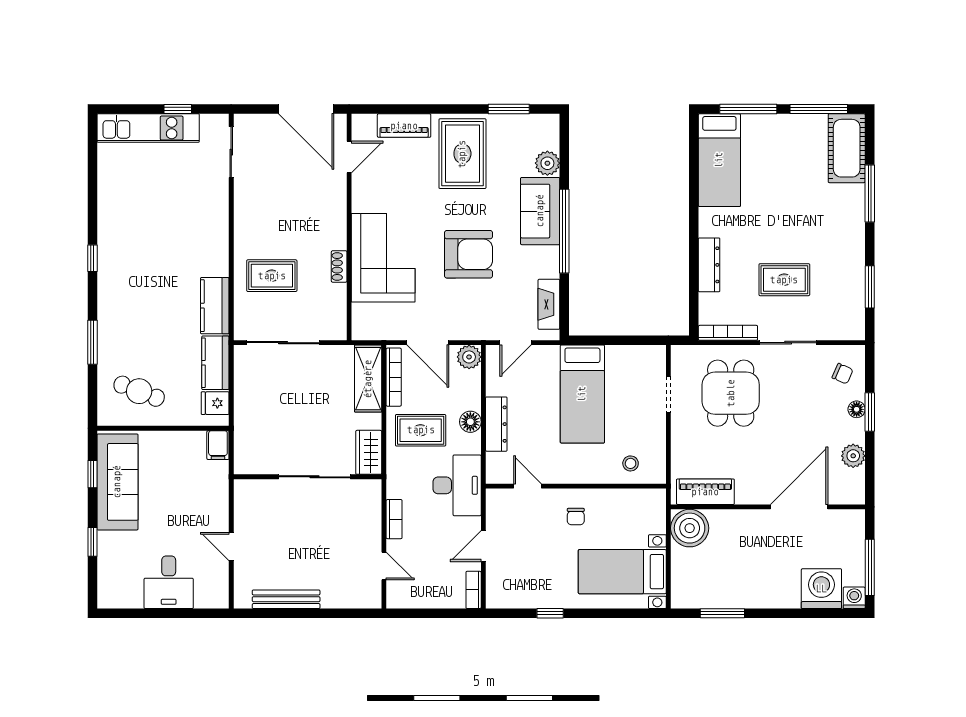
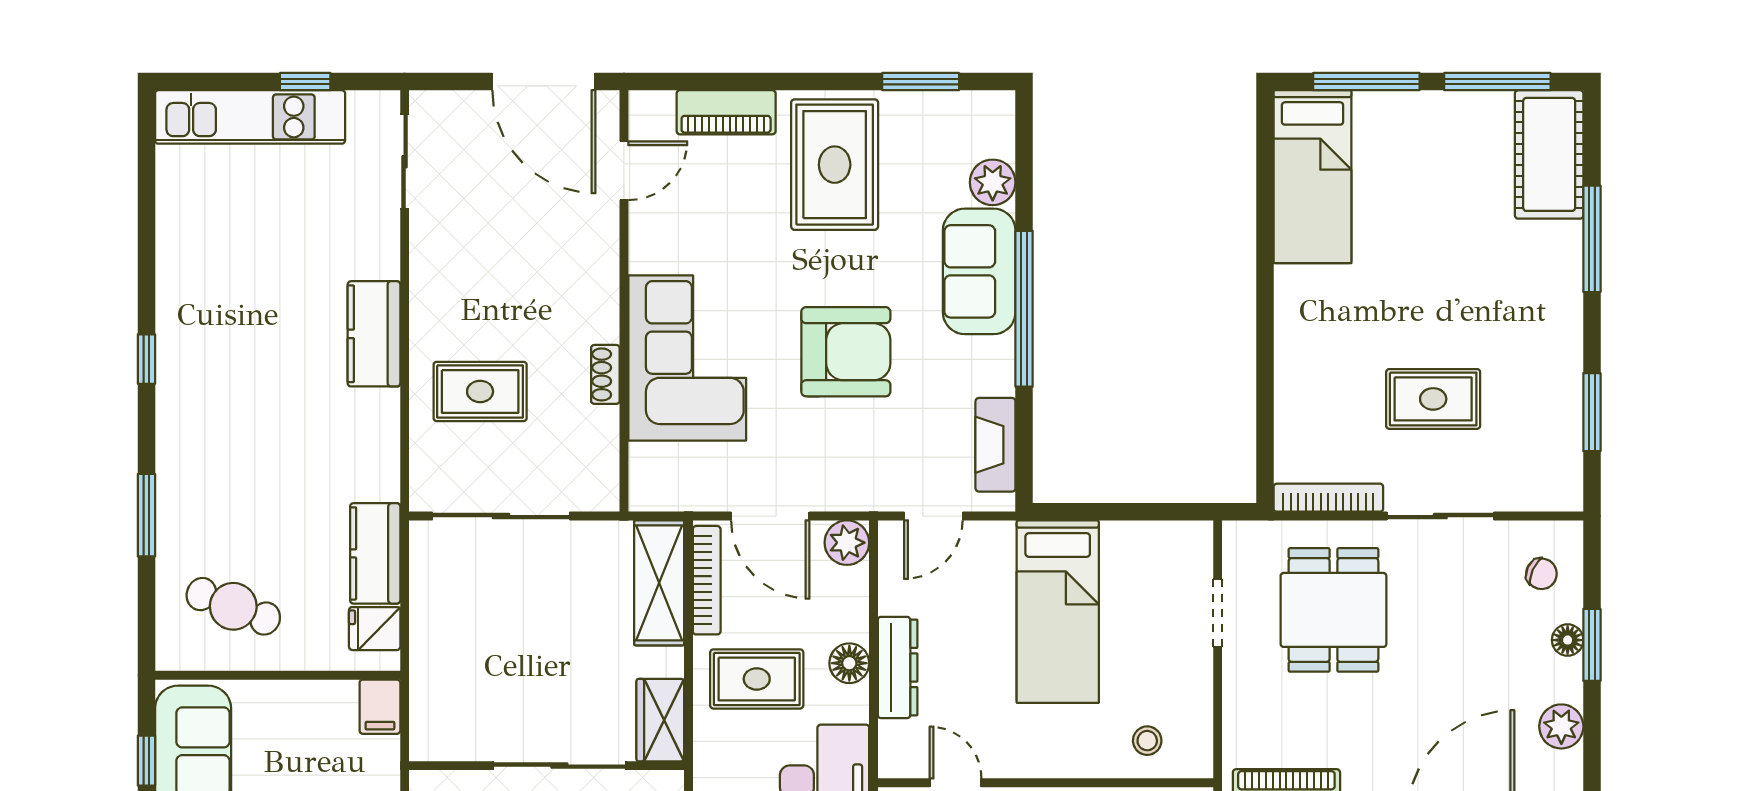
dresser: (709, 265) -> (1293, 371), removed
kitchen counter: (215, 306) -> (374, 334), moved

